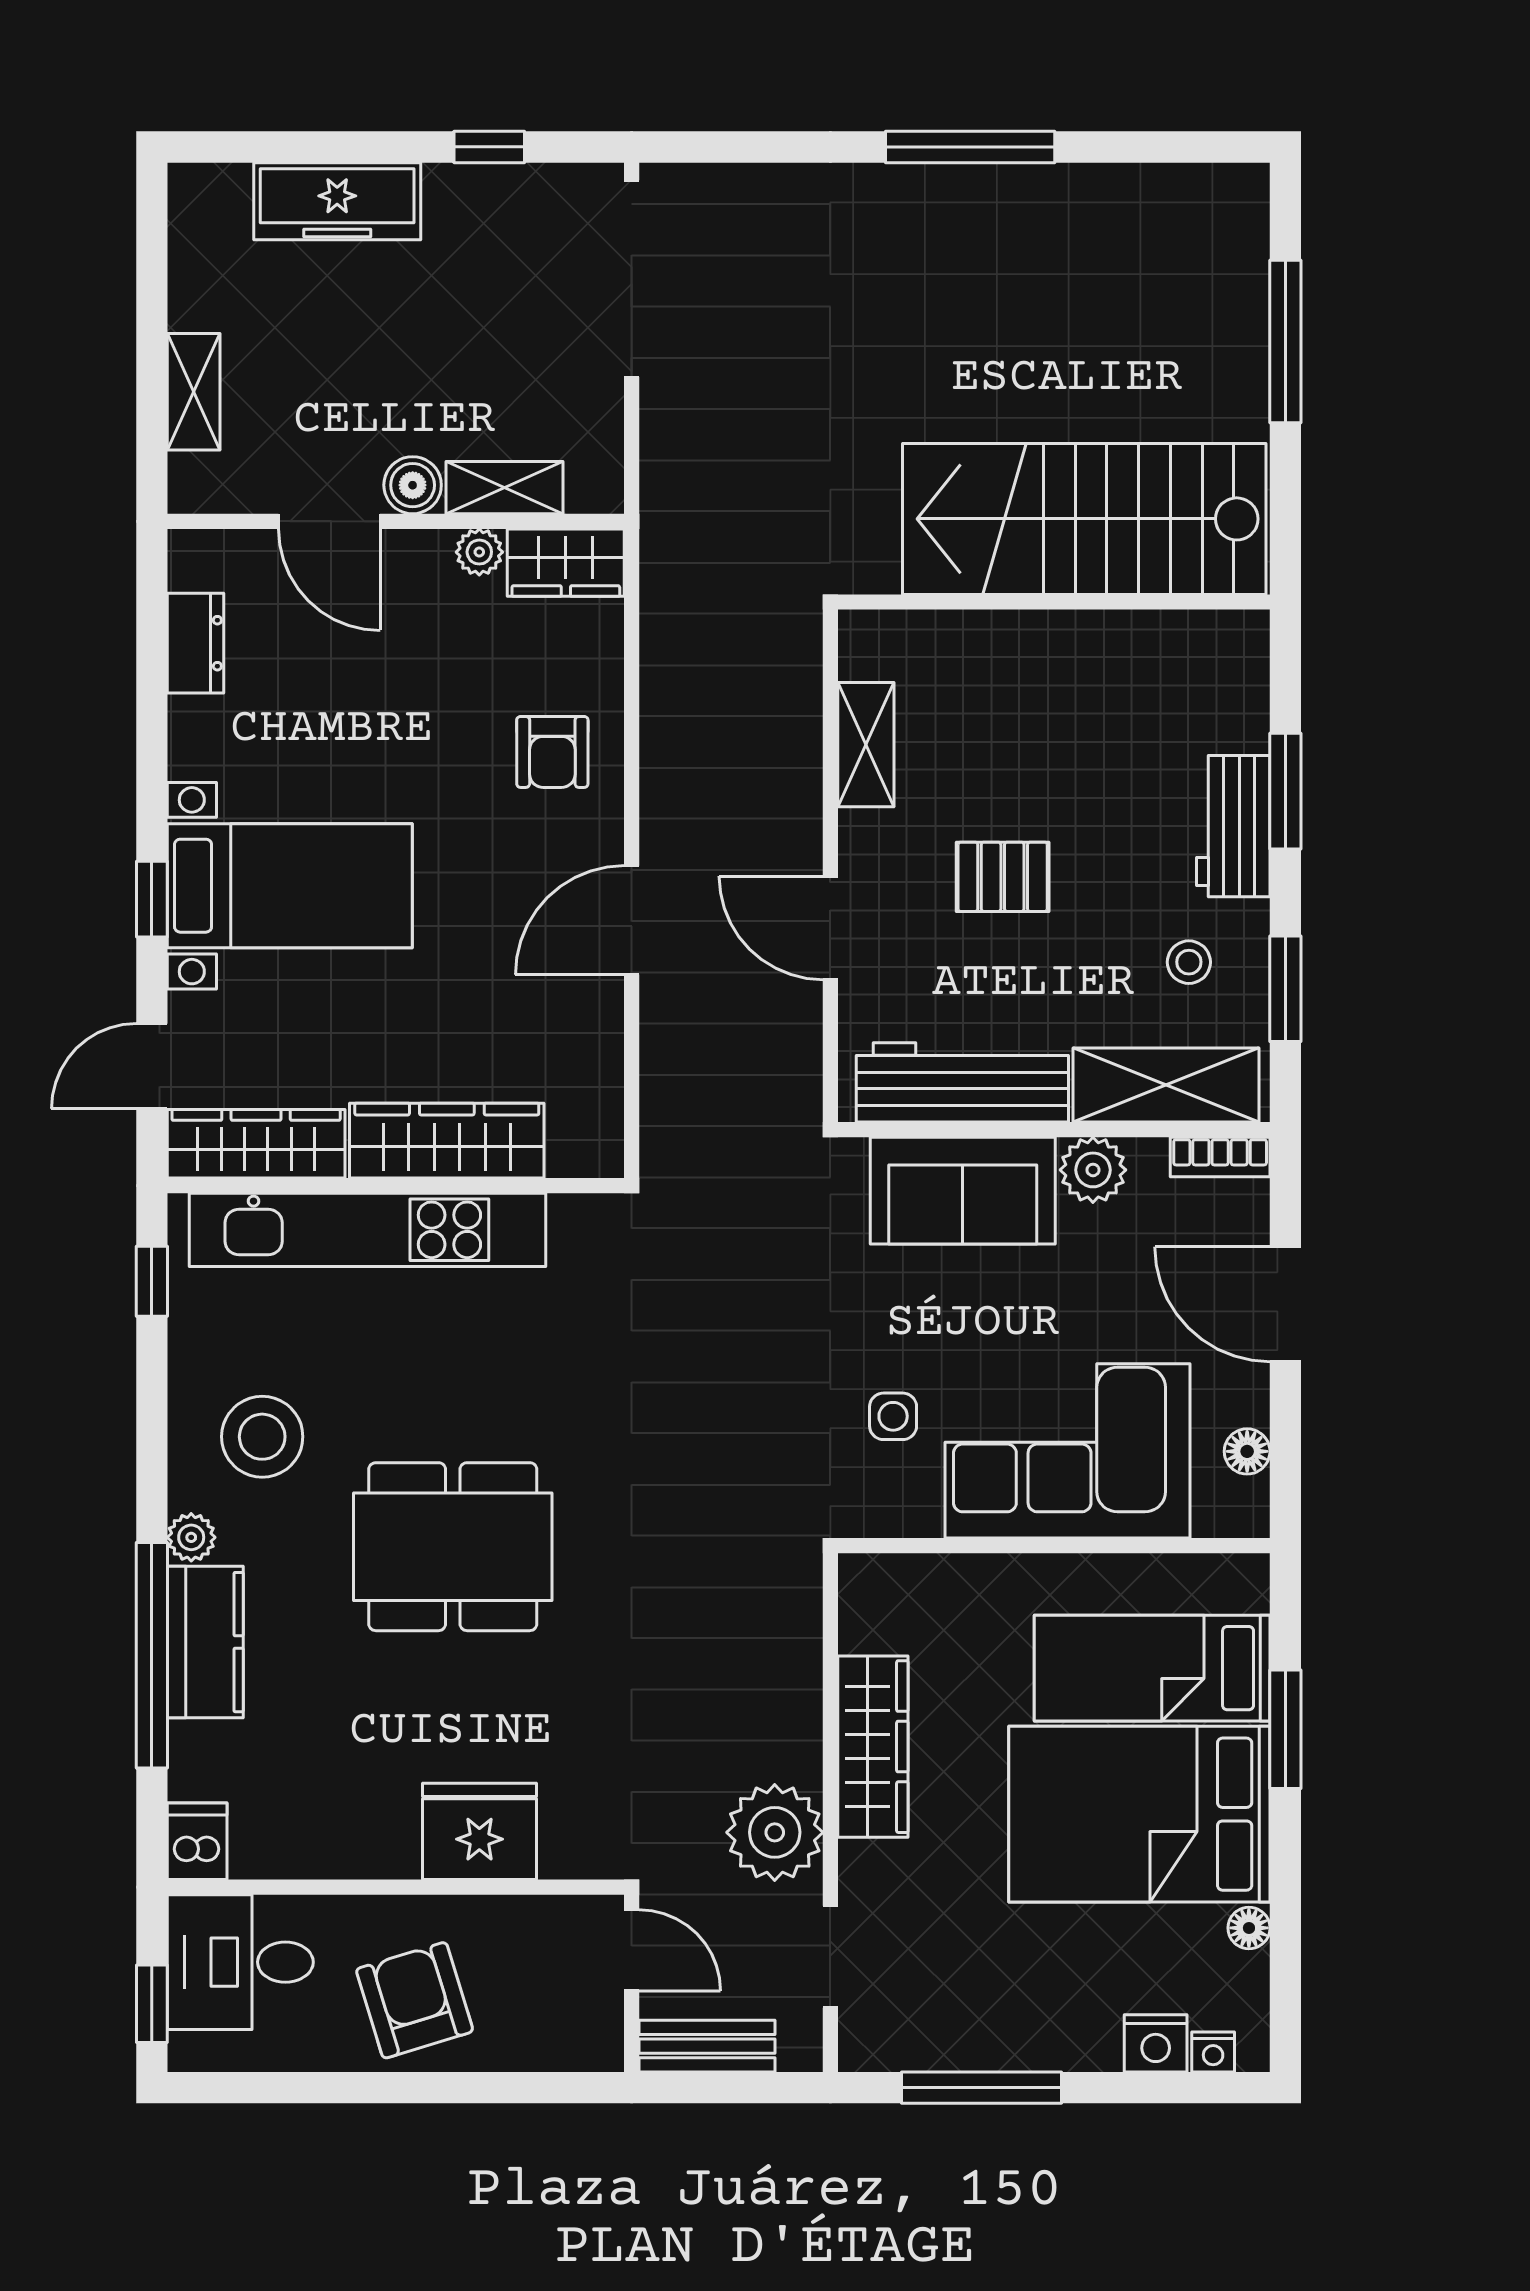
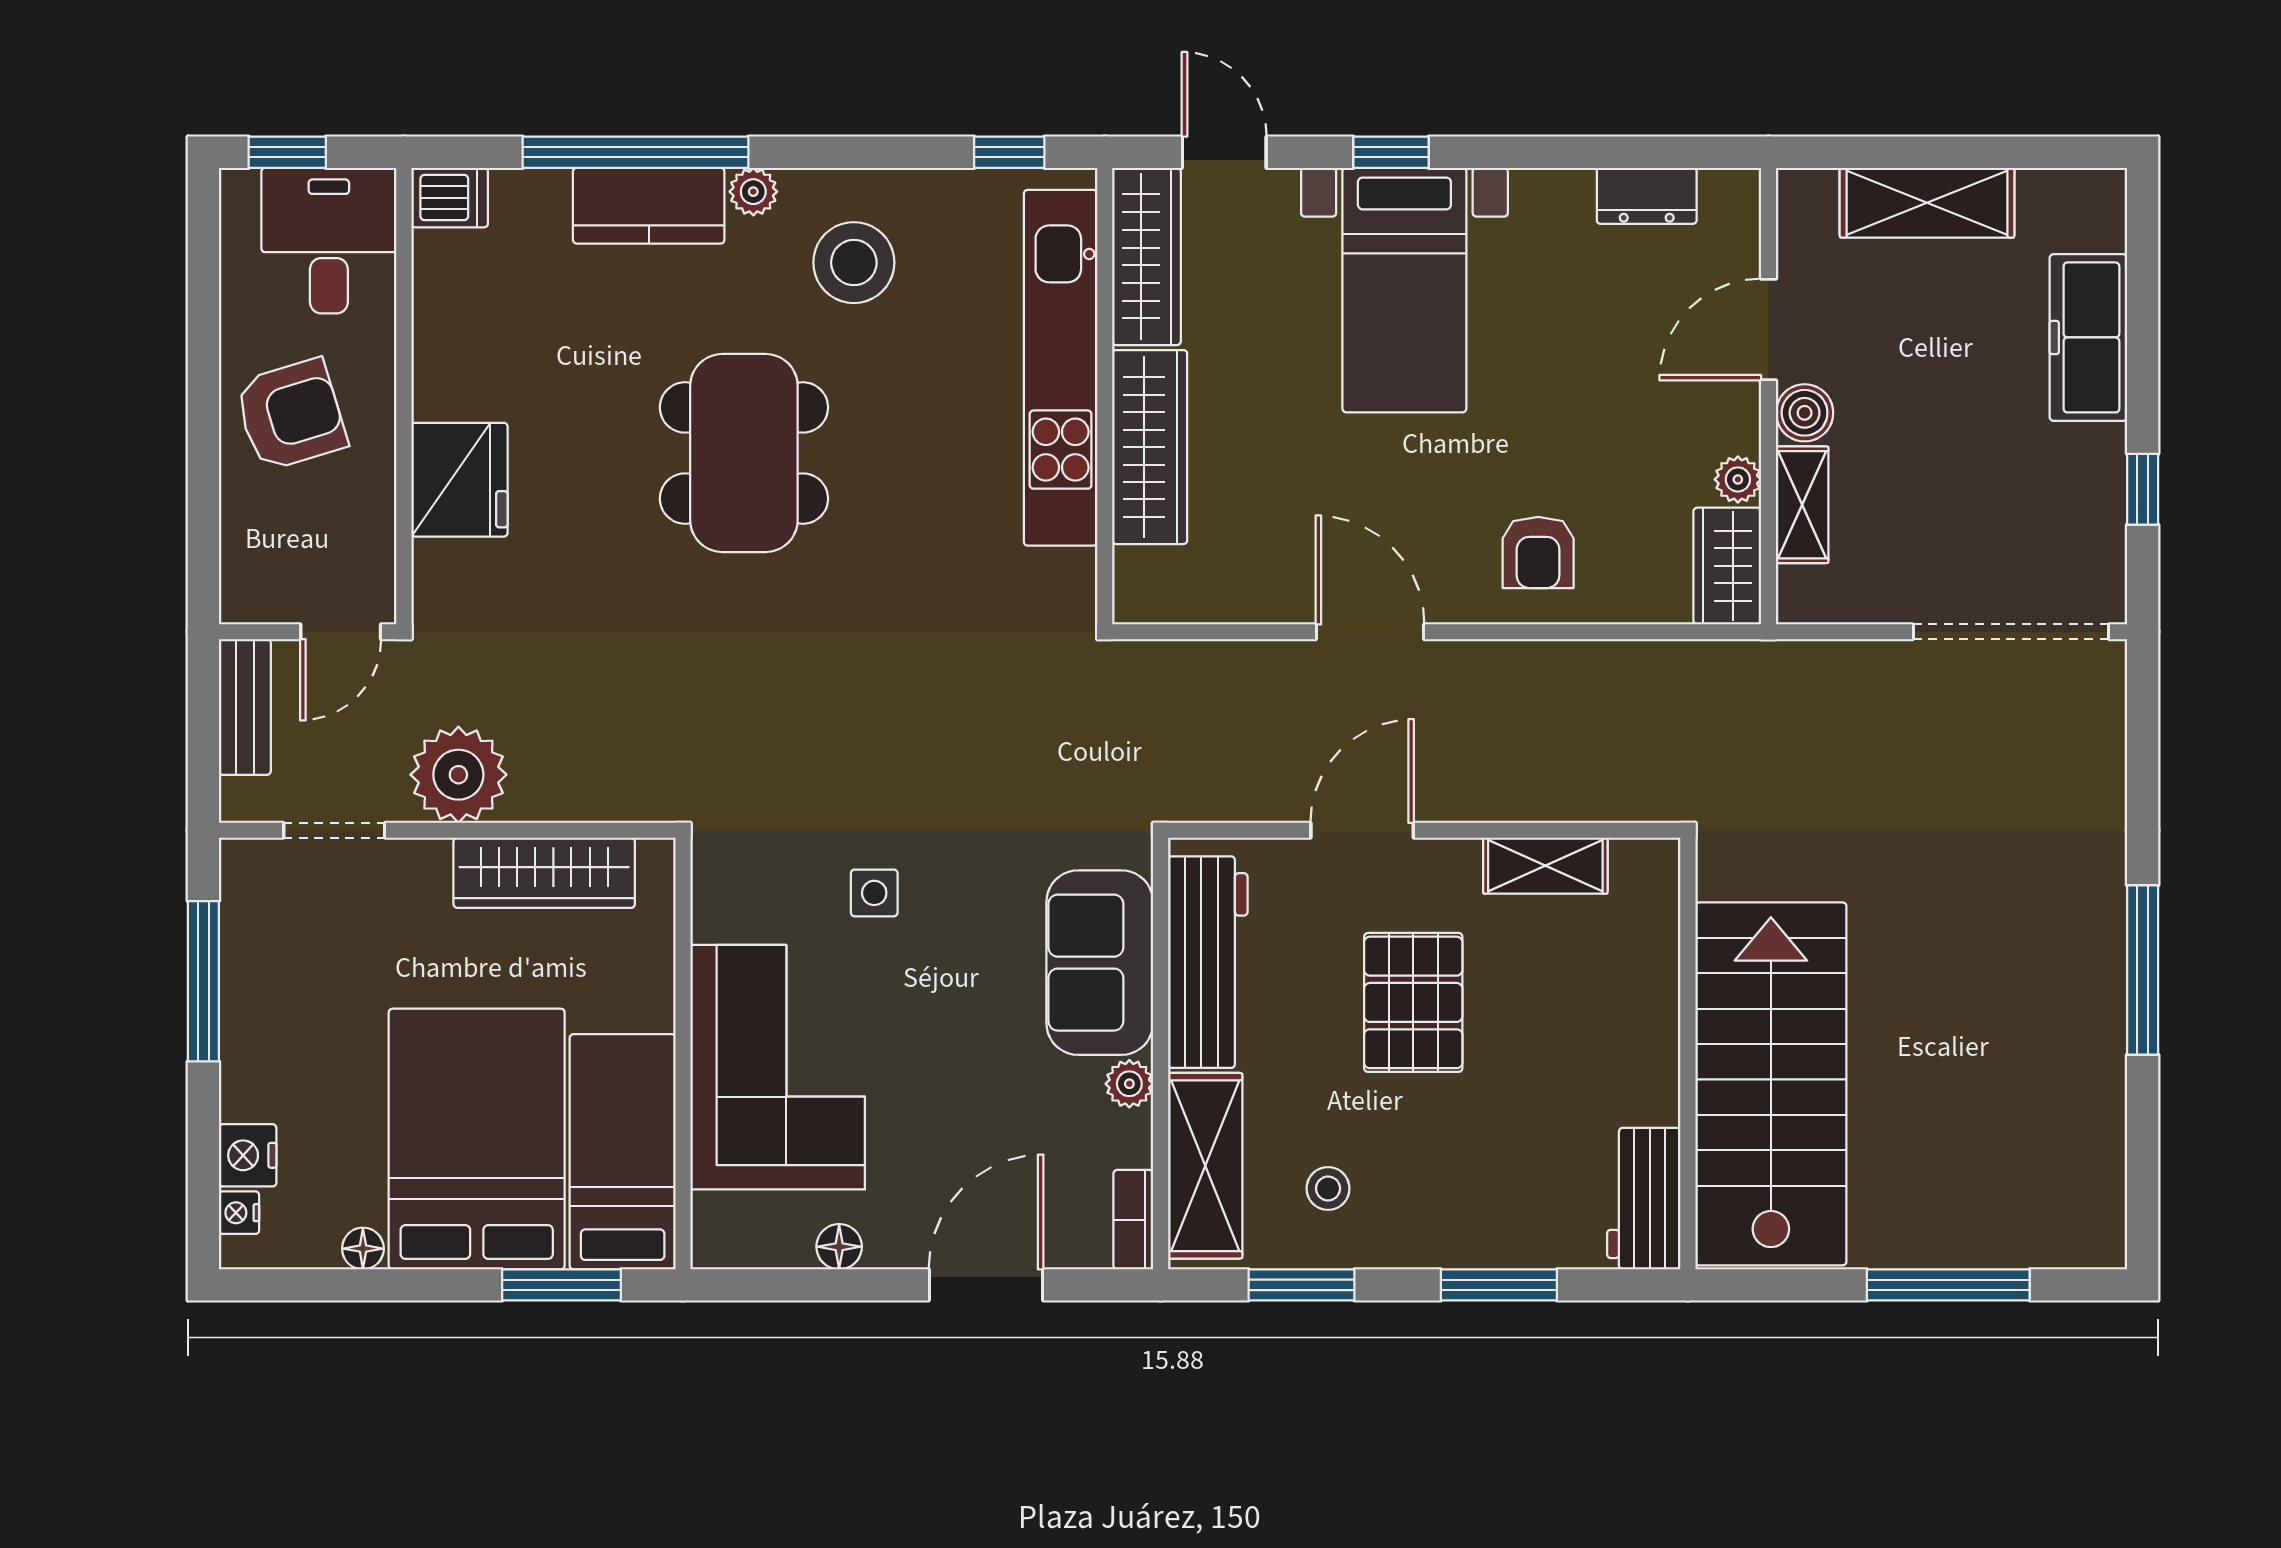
shelving: (194, 392) -> (1927, 203), width x1.50, depth x1.33
armchair: (552, 752) -> (1538, 552), turned -90
workbench: (1233, 826) -> (1644, 1199), moved, turned -90
pallet: (1003, 877) -> (1413, 1002), width x1.50, depth x1.42
plant: (1093, 1170) -> (1129, 1084), width x0.73, depth x0.73
corner sofa: (1067, 1451) -> (778, 1067), moved
wall: (1054, 1546) -> (683, 1054), moved

